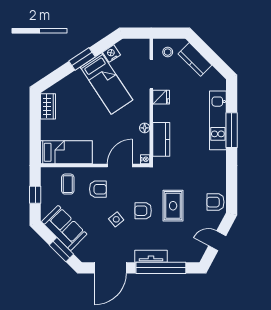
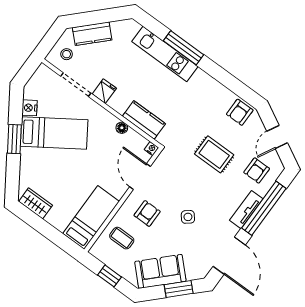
armchair: (143, 211) -> (257, 170), moved

